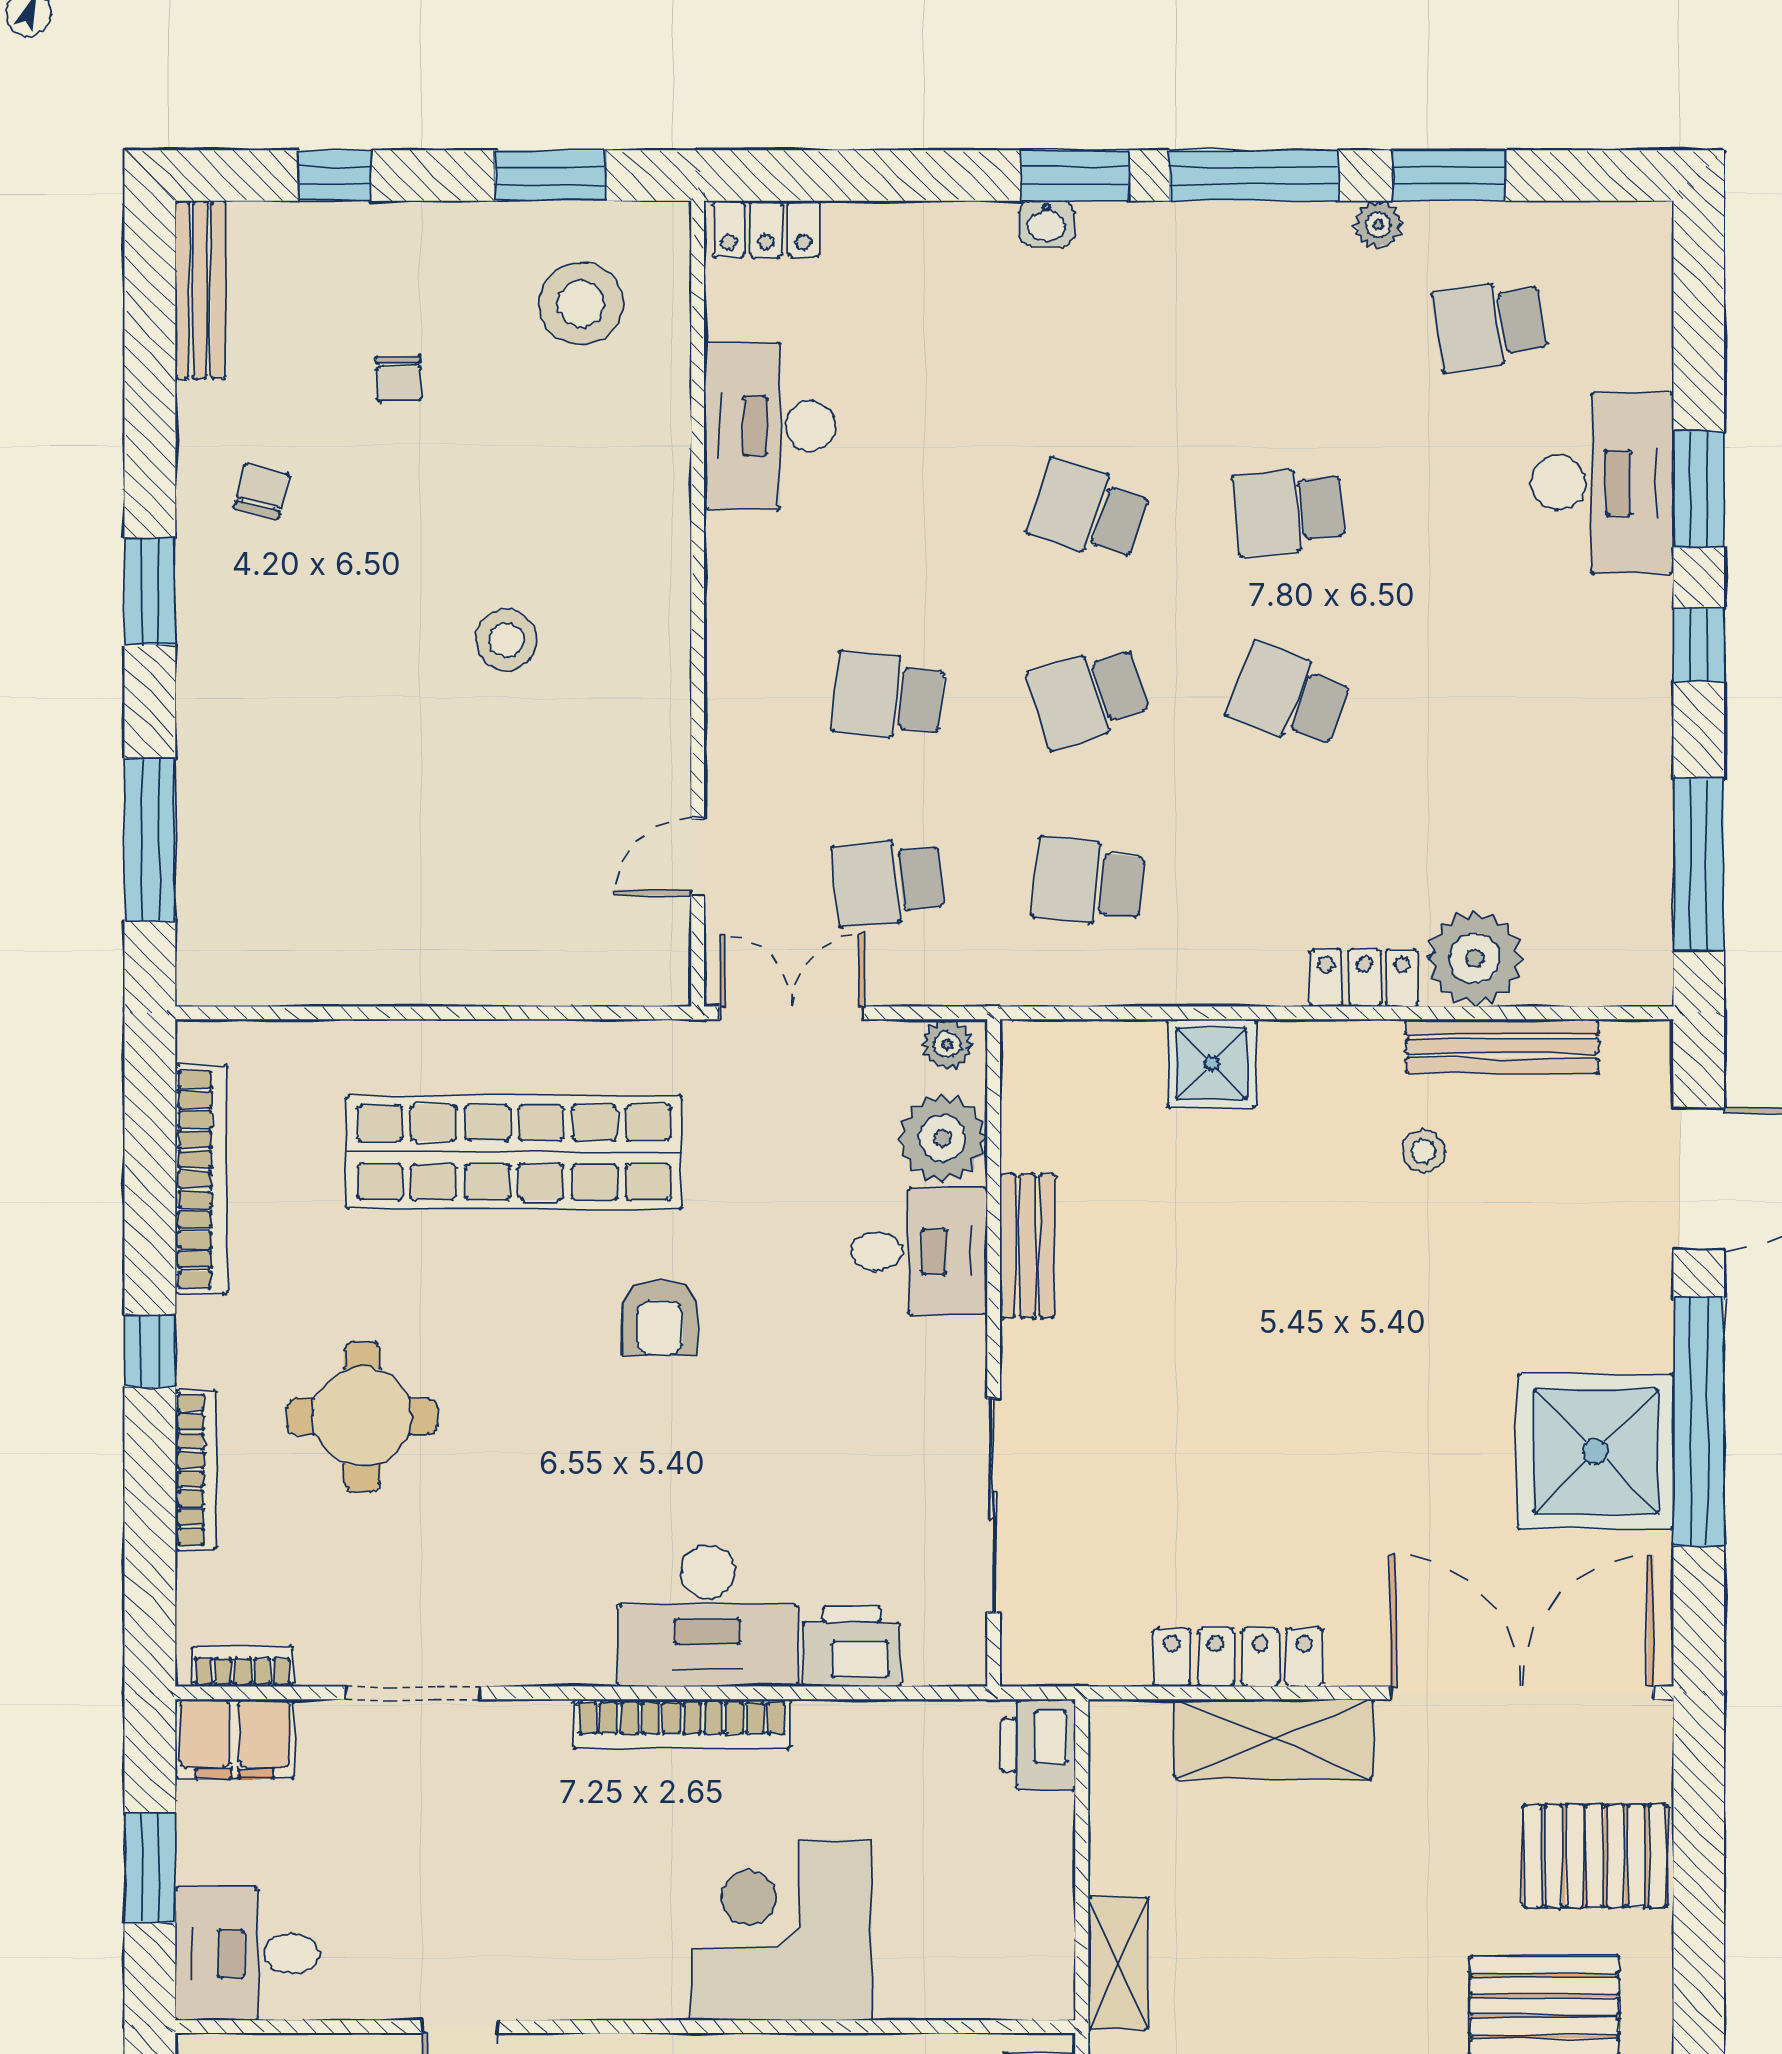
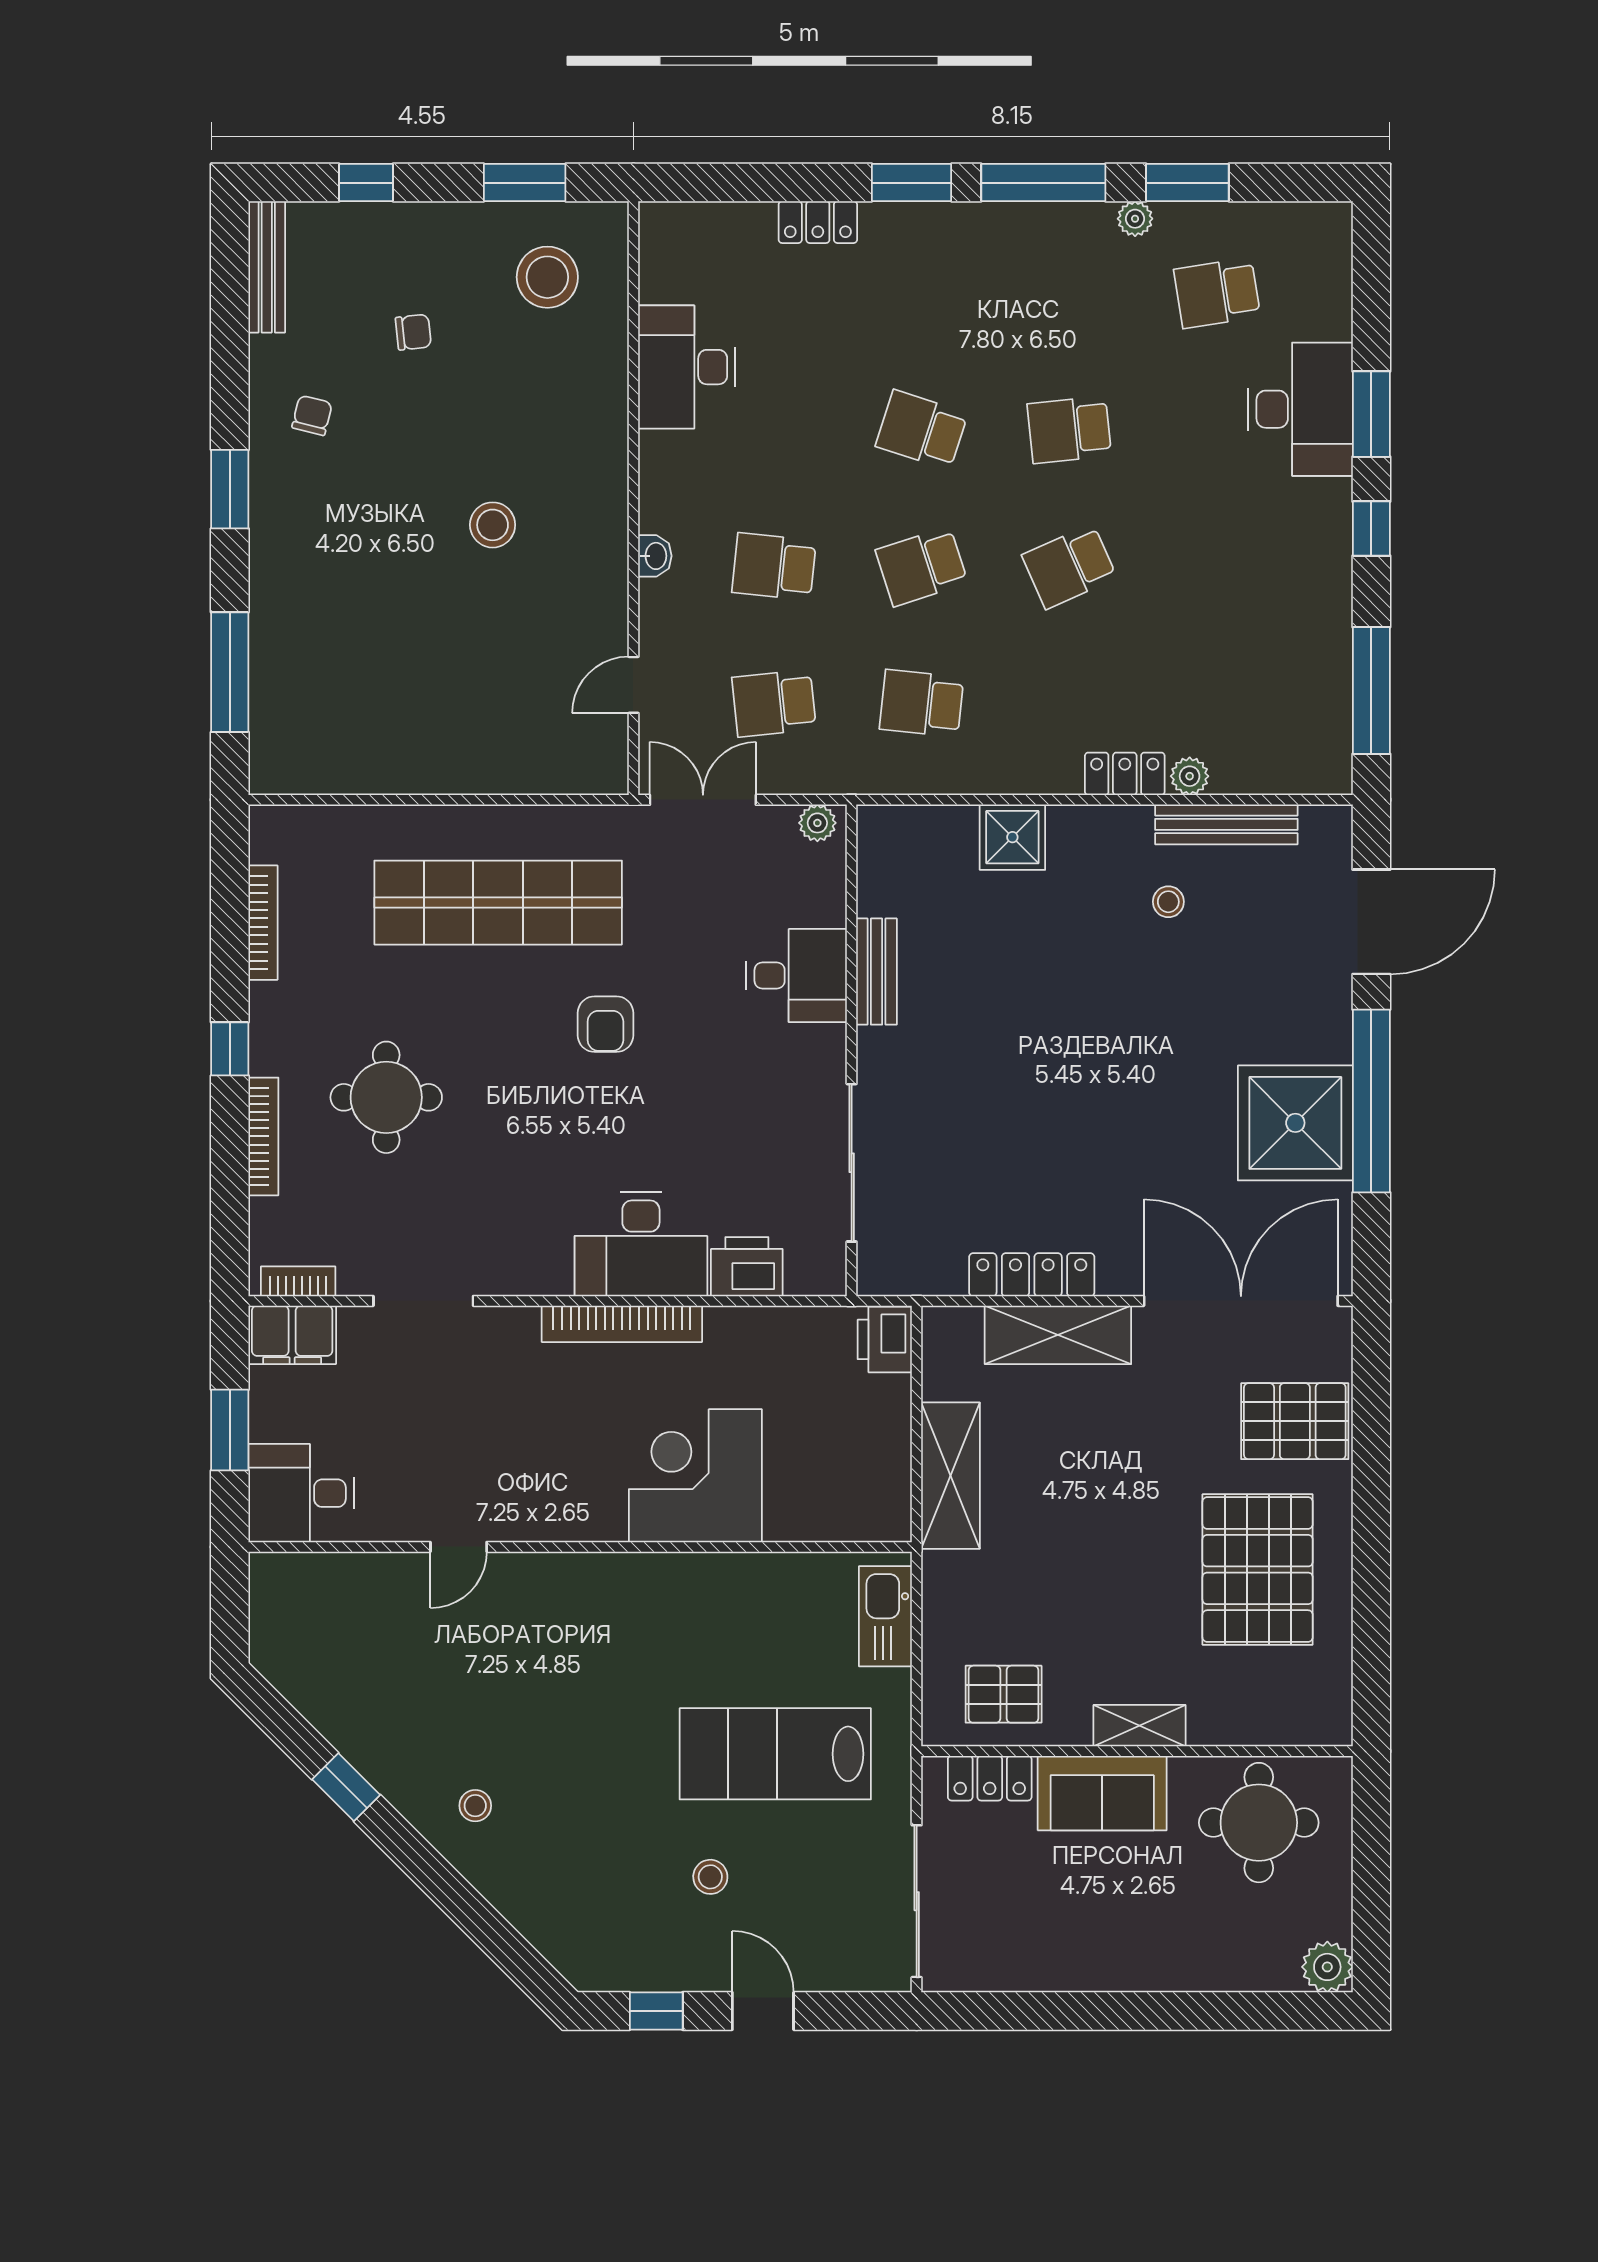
washbasin: (1046, 223) -> (655, 556), moved, turned -90
locker: (766, 229) -> (818, 222), moved
chair: (399, 378) -> (413, 332), turned -94
school desk: (1289, 696) -> (1069, 566), turned -45
plant: (1475, 958) -> (1190, 776), width x0.53, depth x0.53
plant: (943, 1138) -> (814, 892), removed
bookcase: (201, 1180) -> (263, 923), width x0.68, depth x0.76
shelving: (1118, 1963) -> (951, 1476), width x1.50, depth x1.33

